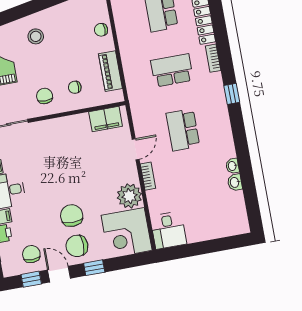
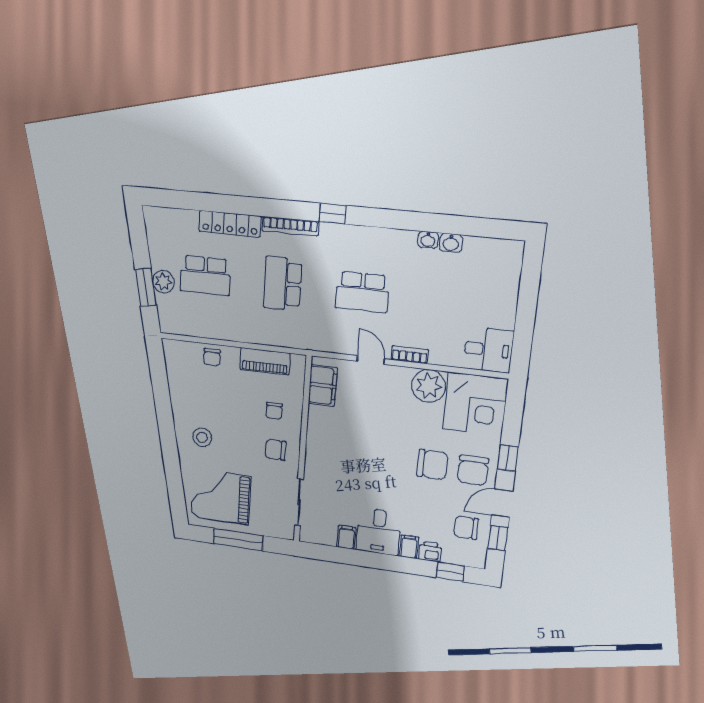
bookcase: (213, 58) -> (290, 226), width x1.56
chair: (72, 216) -> (432, 464), turned 180

